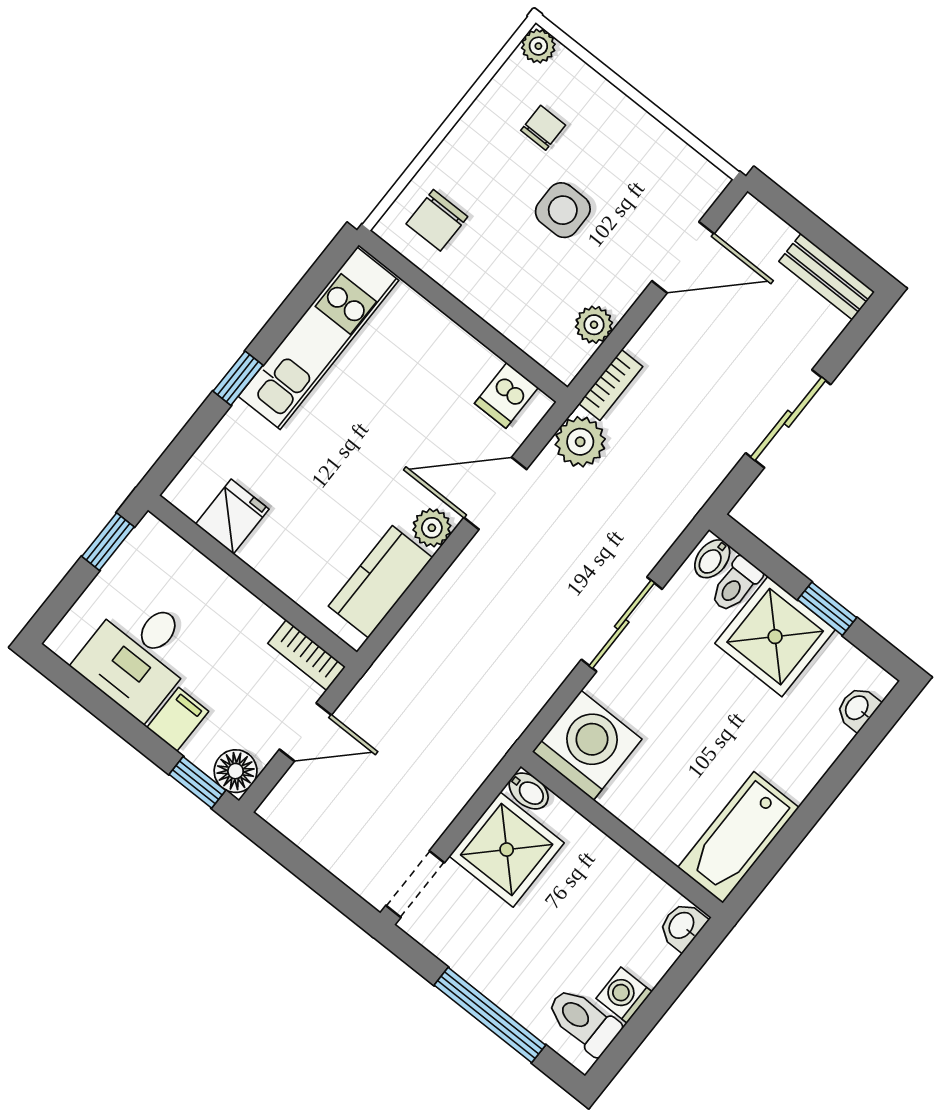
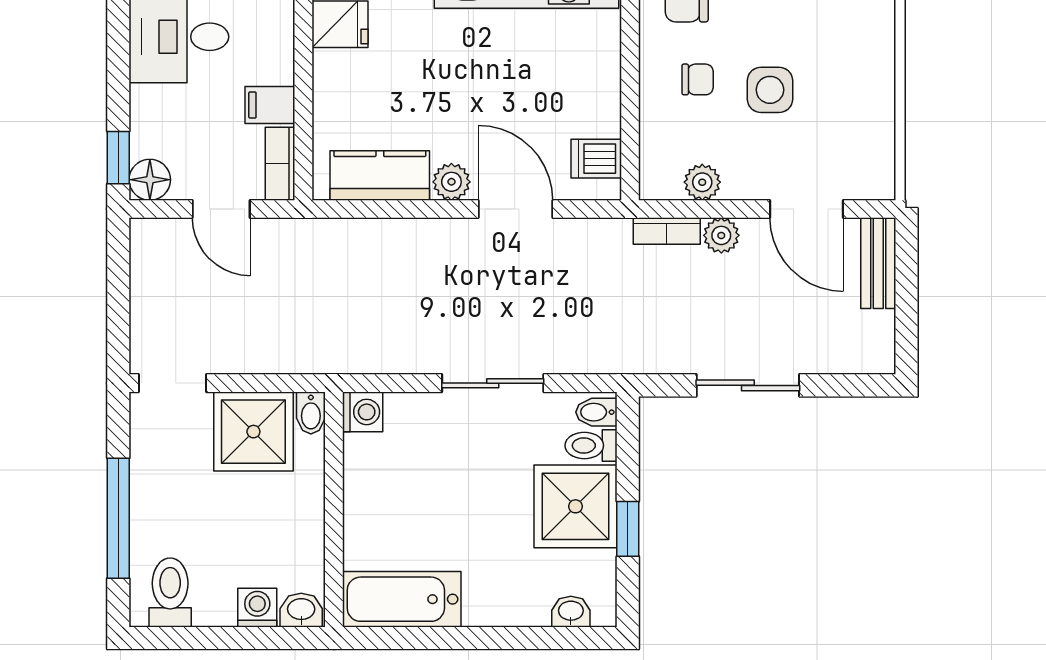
chair: (543, 128) -> (698, 79), moved
bench: (827, 277) -> (878, 263), moved
plant: (580, 442) -> (721, 235), moved, width x0.73, depth x0.73
filing cabinet: (178, 719) -> (270, 105), moved, turned 180
washing machine: (587, 745) -> (363, 412), width x0.53, depth x0.53
washing machine: (624, 995) -> (257, 608), moved

